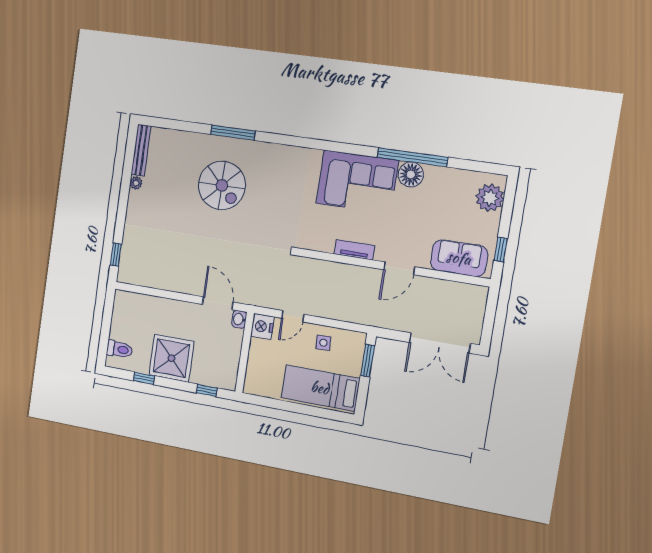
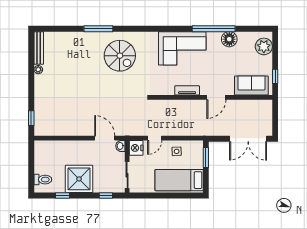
floor lamp: (411, 174) -> (229, 39), moved
spiral stairs: (222, 185) -> (120, 56), moved
sliding door: (243, 366) -> (127, 175), added

